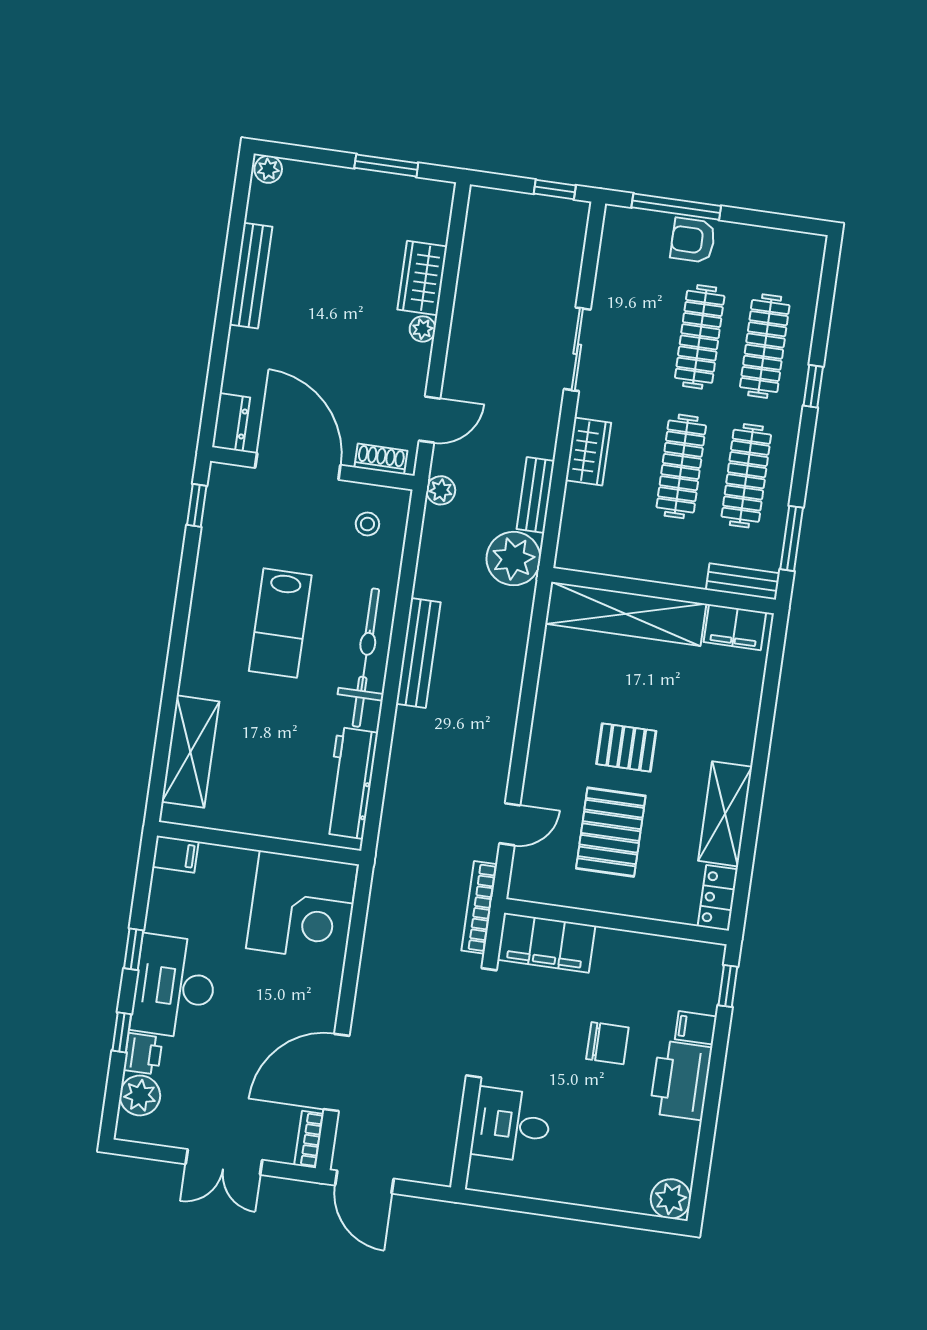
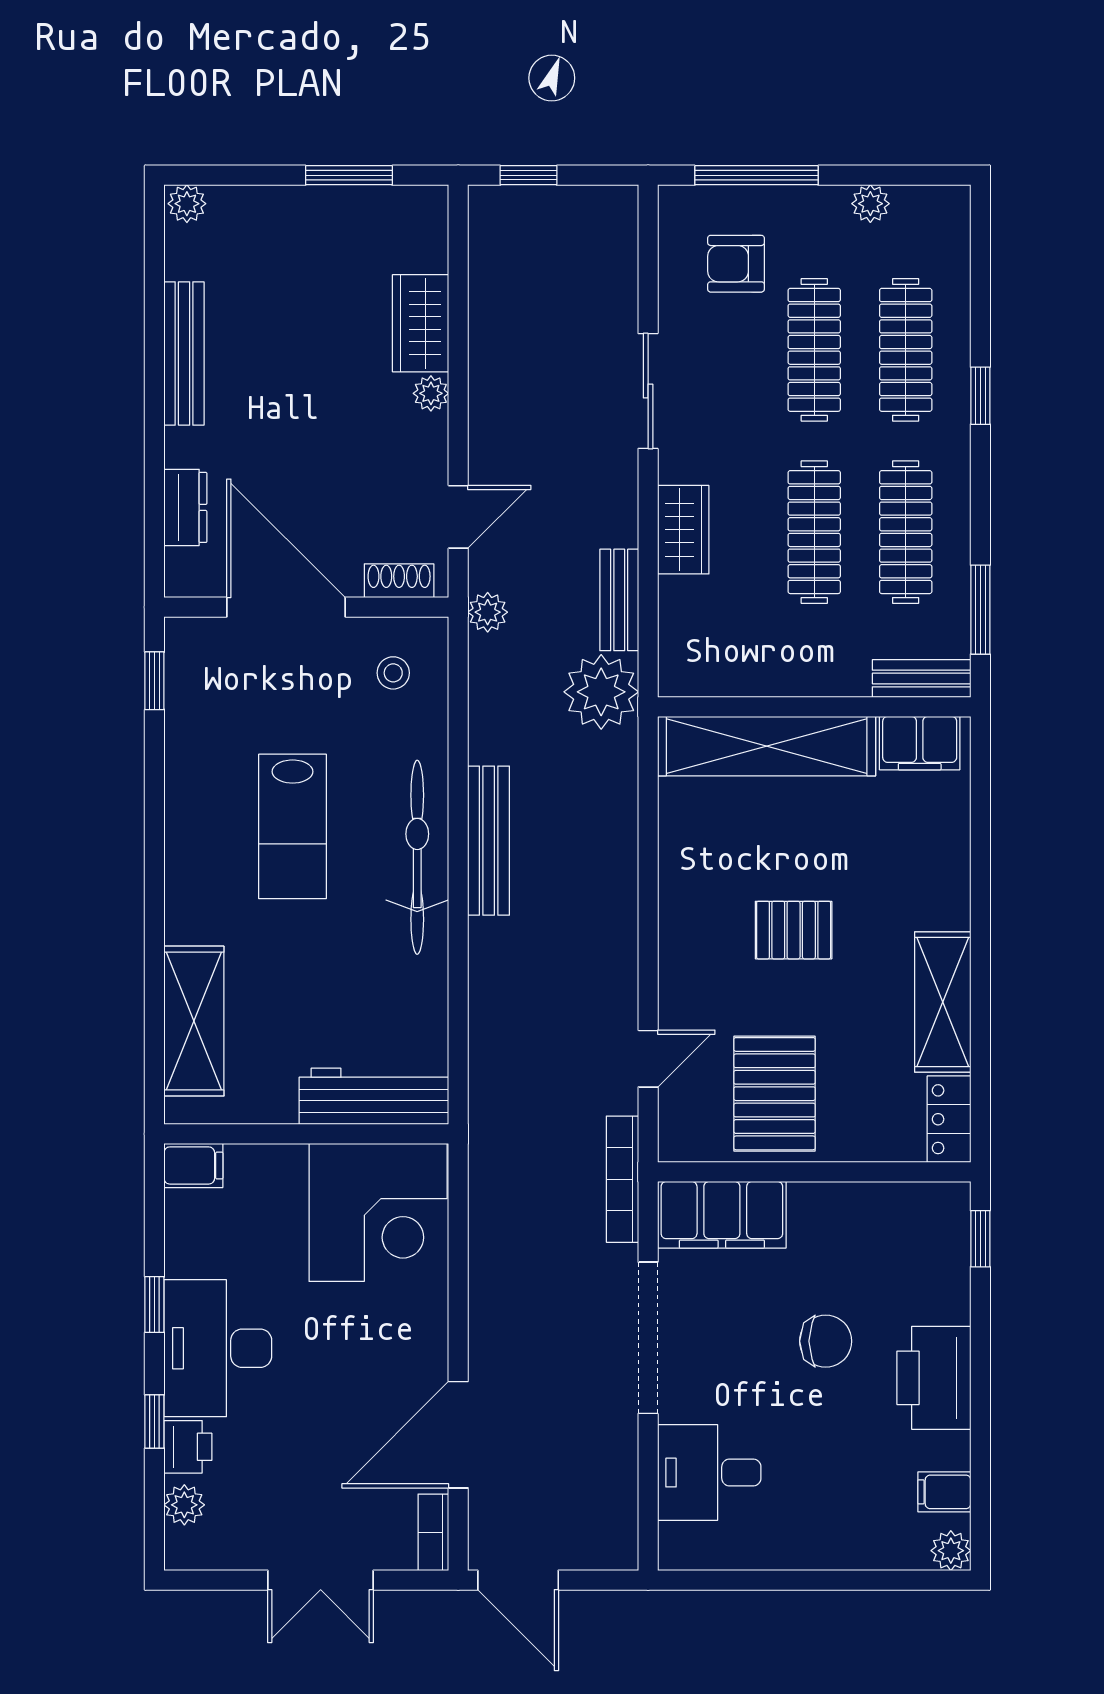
window: (555, 189) -> (529, 175), moved
plant: (754, 238) -> (870, 204), added
armchair: (693, 240) -> (736, 264), moved
dresser: (231, 422) -> (185, 507), moved
workbench: (350, 783) -> (374, 1096), moved, turned 90
pallet: (611, 832) -> (775, 1094), moved
filing cabinet: (696, 1028) -> (944, 1492), moved
plant: (140, 1095) -> (184, 1505), width x0.73, depth x0.73
plant: (671, 1199) -> (951, 1551), width x0.73, depth x0.73

